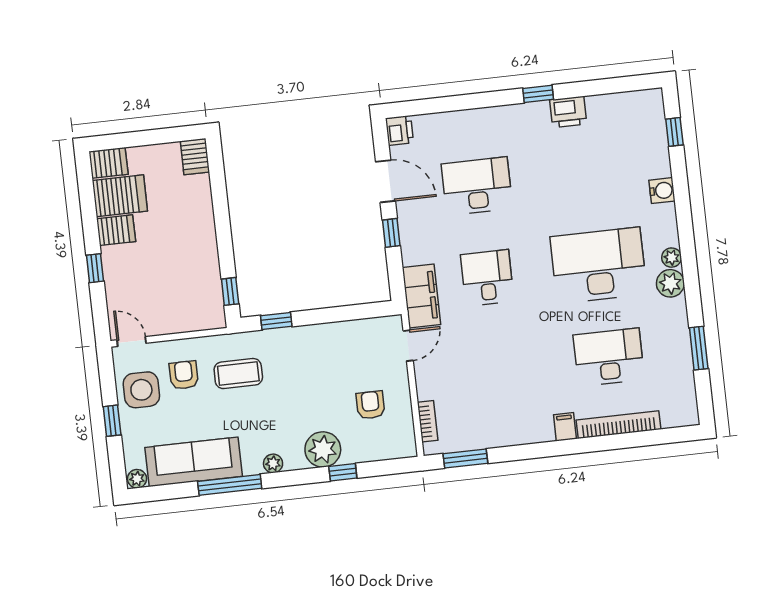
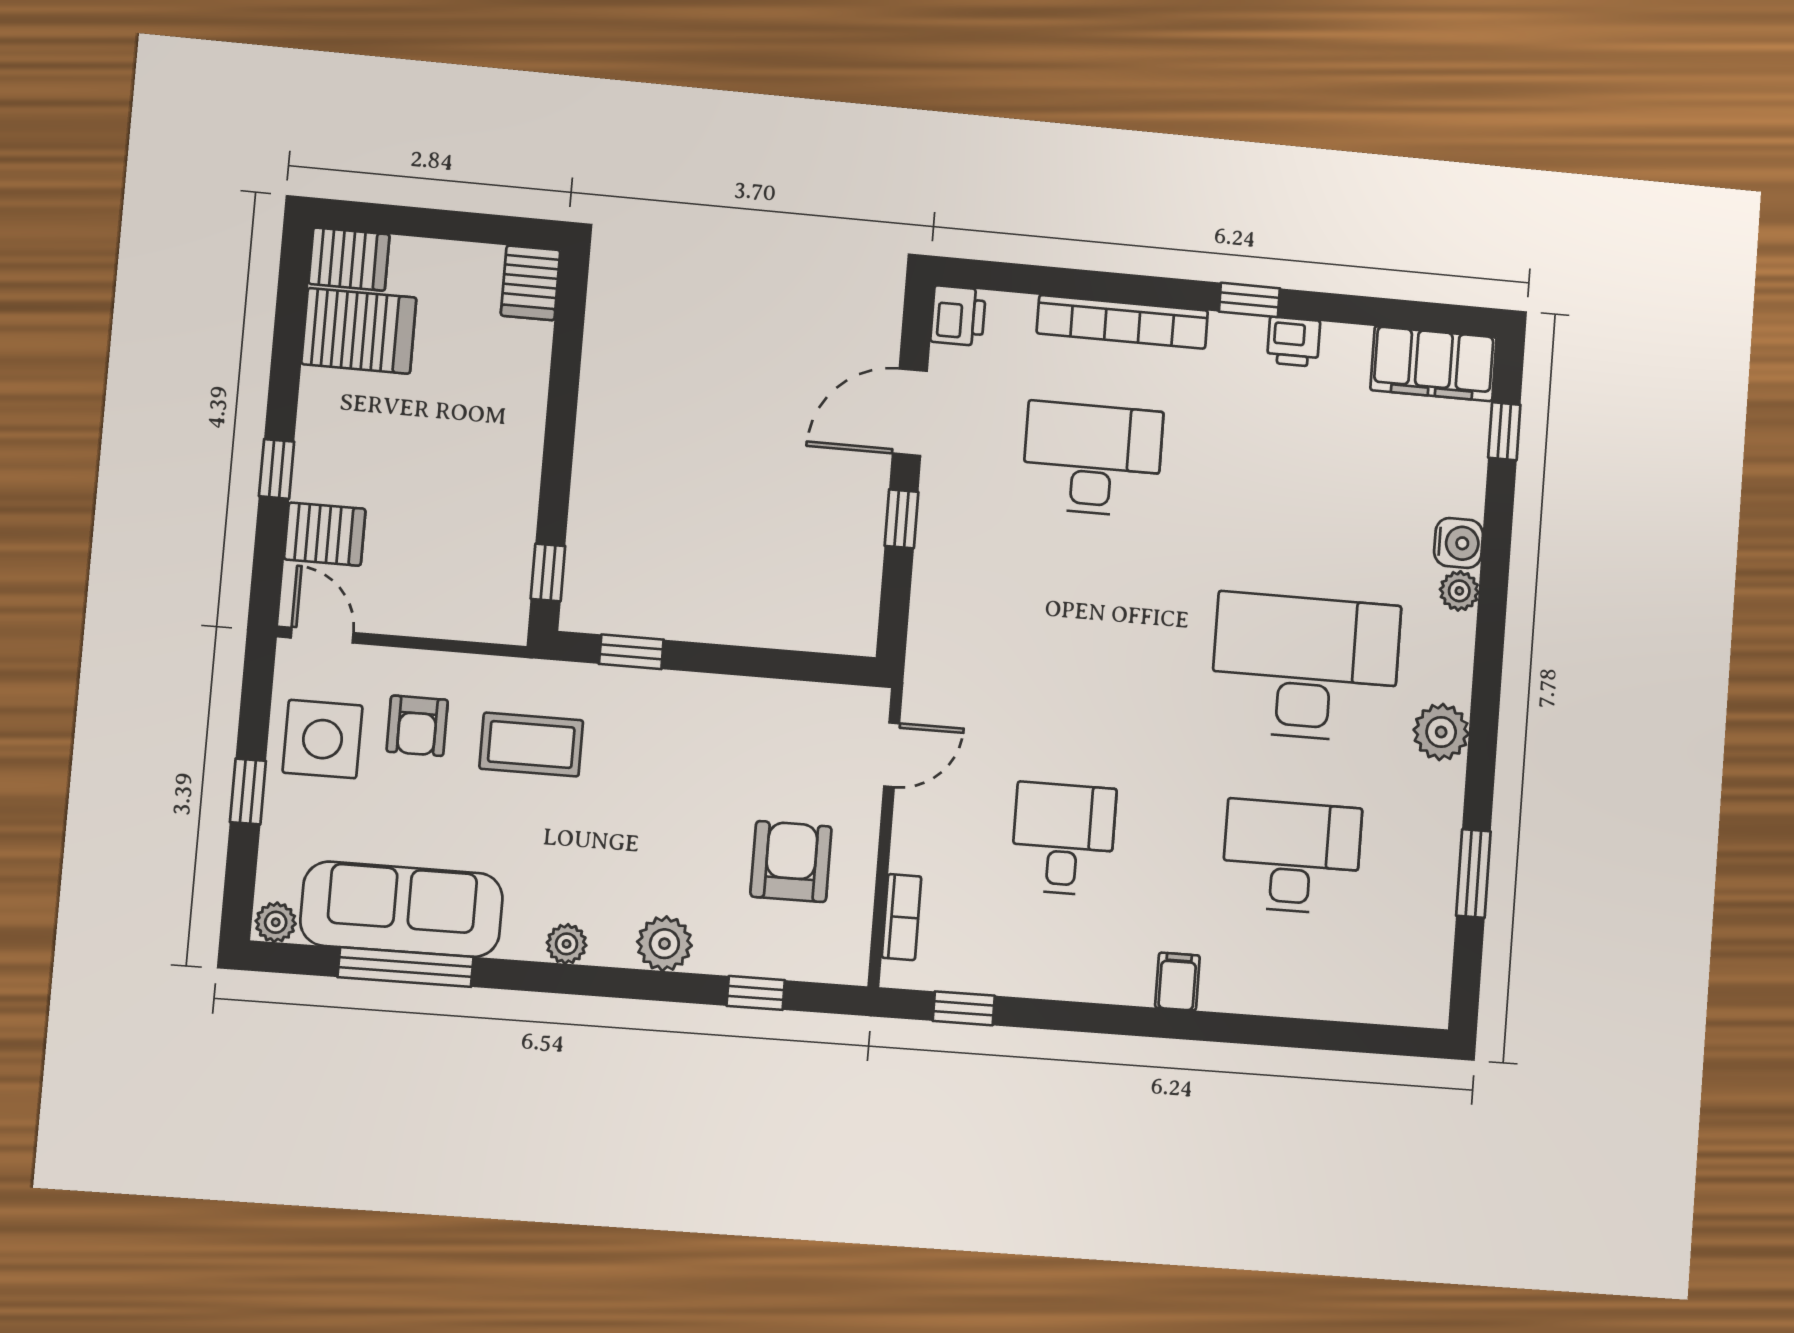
printer: (568, 112) -> (1294, 342), width x0.73, depth x0.81
door: (385, 181) -> (910, 412), swing flipped
server rack: (116, 230) -> (325, 534), moved
plant: (672, 258) -> (1459, 591), moved
desk: (487, 278) -> (1063, 839), moved
filing cabinet: (421, 296) -> (1434, 364), moved, turned 90
armchair: (184, 375) -> (417, 726), turned 180
armchair: (370, 405) -> (791, 862), width x1.38, depth x1.38
bookcase: (618, 425) -> (1122, 322), moved, turned 180
plant: (323, 449) -> (664, 944), width x0.73, depth x0.73
window: (465, 458) -> (964, 1008), width x0.67
window: (343, 472) -> (756, 993), moved
window: (230, 485) -> (406, 967), moved

